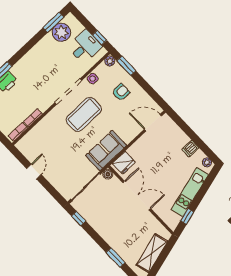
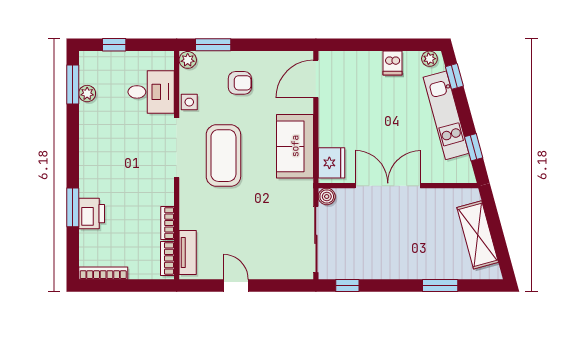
plant: (61, 32) -> (87, 94), width x0.53, depth x0.53
window: (100, 38) -> (114, 45), moved
desk: (85, 47) -> (151, 92), moved, turned 90
armchair: (121, 92) -> (240, 83), turned 90
tv unit: (29, 138) -> (188, 253), added
sofa: (106, 150) -> (295, 146), moved
window: (209, 180) -> (454, 76), added

